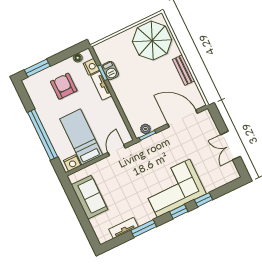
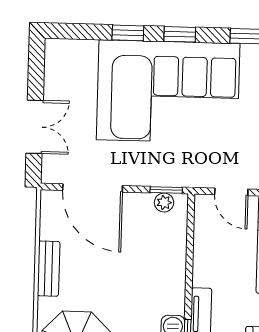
double door: (230, 146) -> (35, 127), moved
door: (117, 150) -> (231, 192), hinge flipped
corner sofa: (173, 188) -> (168, 92), width x1.36, depth x1.36

